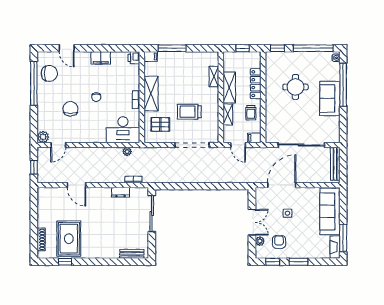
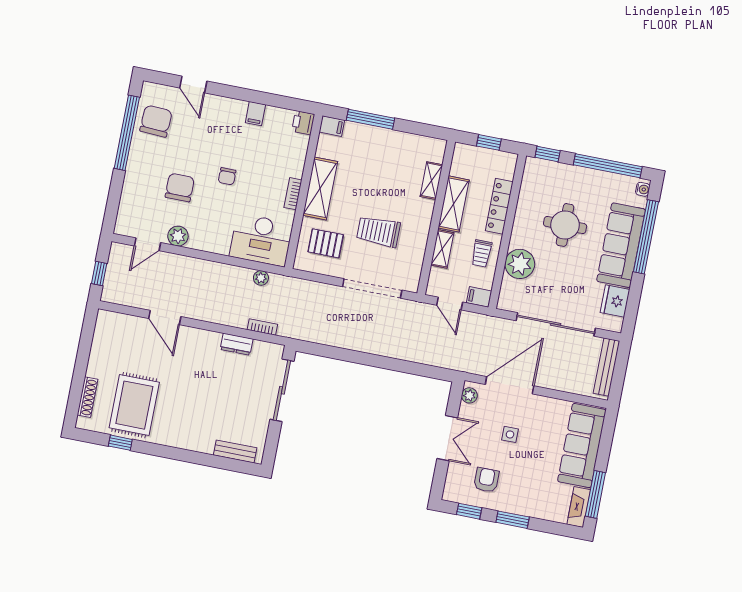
filing cabinet: (101, 58) -> (255, 114), width x0.50
chair: (49, 73) -> (156, 121), turned -87
sofa: (330, 98) -> (621, 245), width x1.36
plant: (274, 114) -> (520, 264), added
fridge: (333, 125) -> (615, 301), added
plant: (43, 137) -> (178, 236), moved
plant: (260, 241) -> (469, 395), moved

